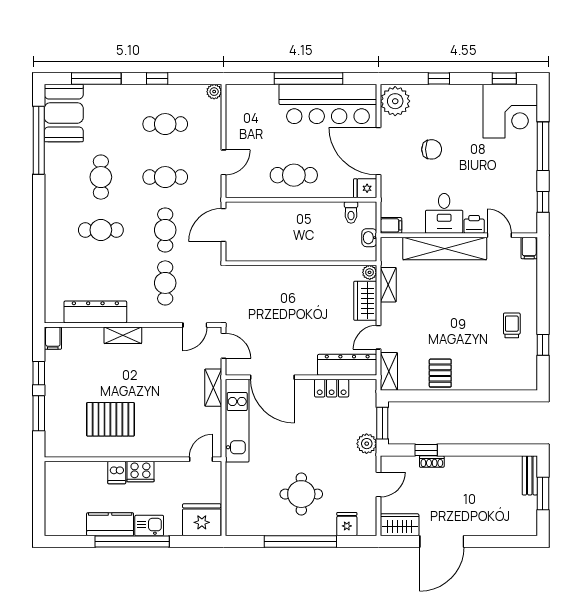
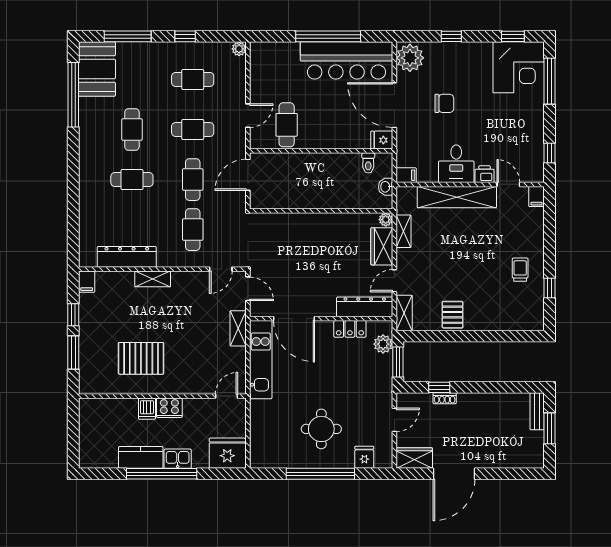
window: (543, 146) -> (550, 81), moved
cafe table: (294, 175) -> (287, 125), moved, turned 90
plant: (367, 444) -> (383, 344), moved

